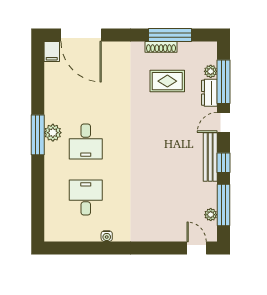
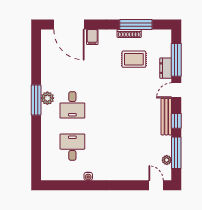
filing cabinet: (52, 52) -> (92, 37), moved
plant: (211, 71) -> (167, 52), removed

